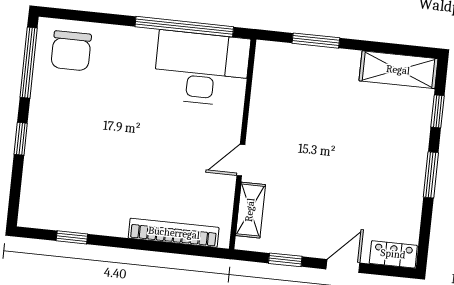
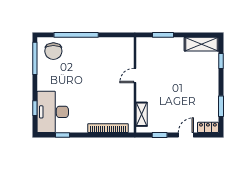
window: (184, 27) -> (76, 35), moved
desk: (202, 68) -> (53, 112), moved, turned -90
window: (21, 139) -> (35, 108), moved
door: (241, 160) -> (135, 75), moved
window: (431, 175) -> (221, 106), moved

